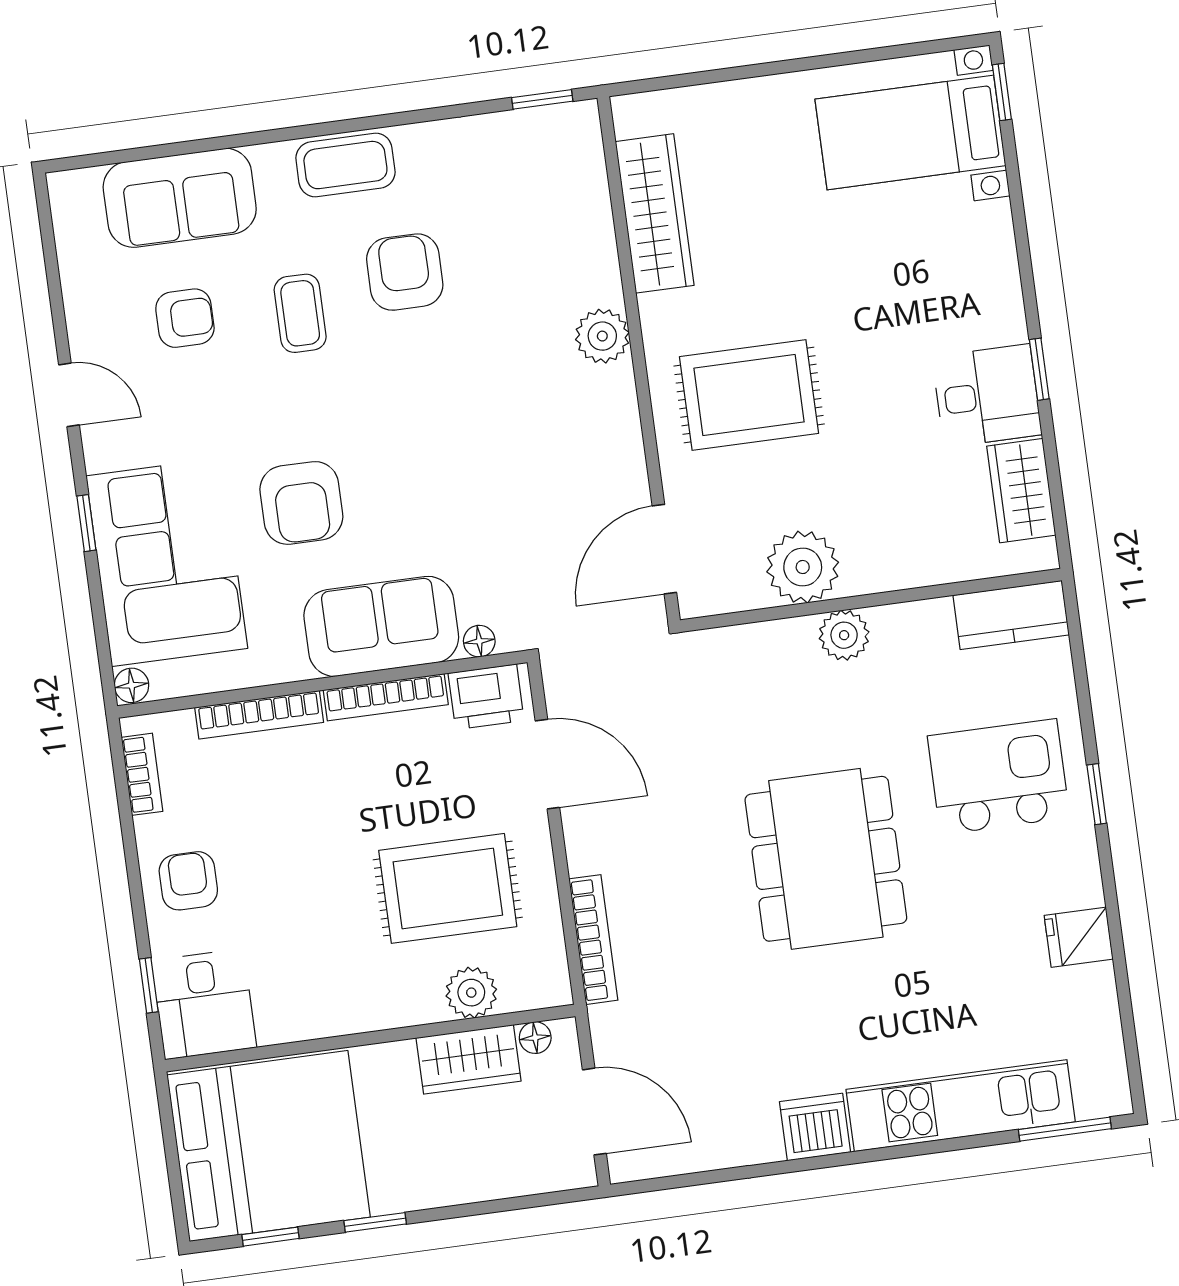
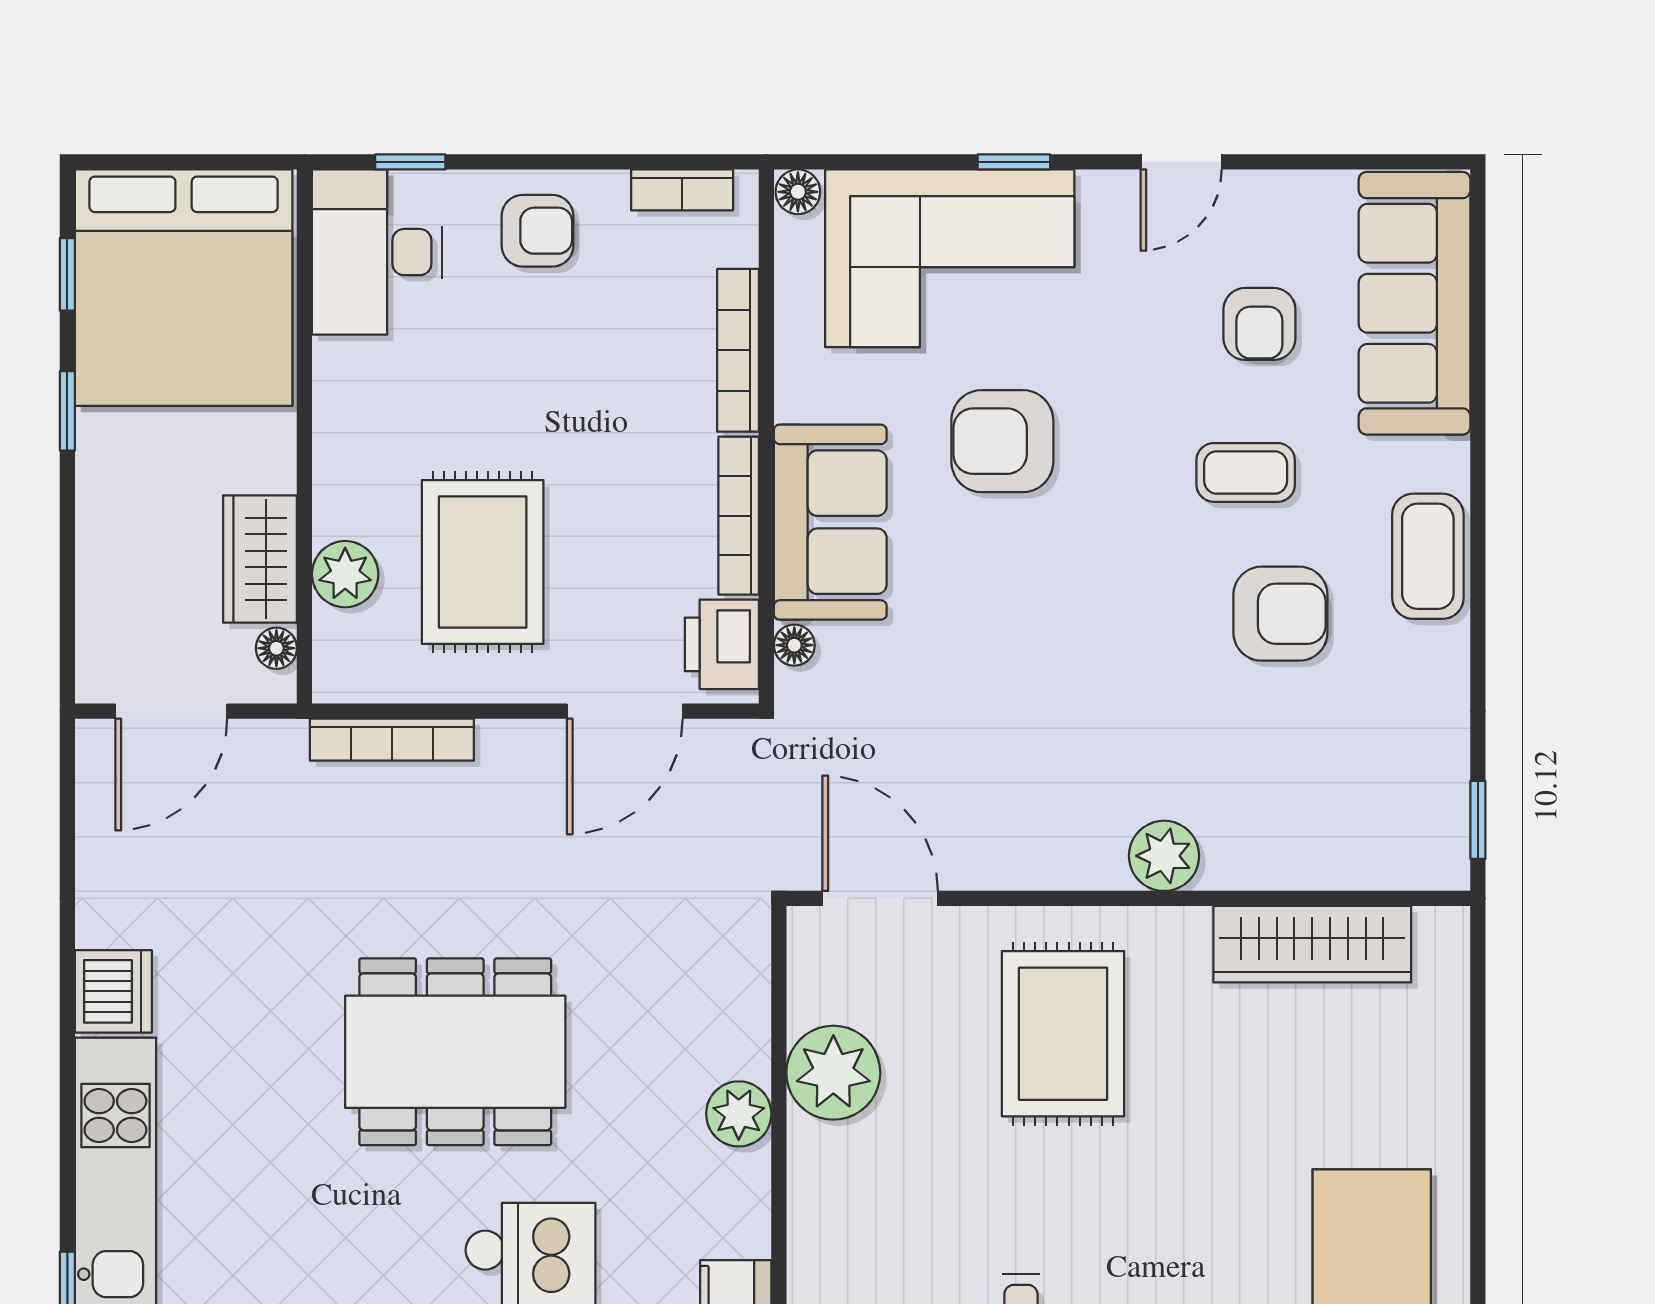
sofa: (180, 198) -> (1415, 303), width x1.36
desk: (204, 1004) -> (377, 252), width x1.37

